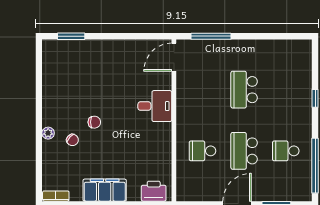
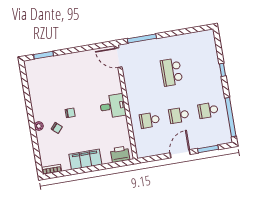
door: (174, 57) -> (118, 58), hinge flipped
desk: (155, 106) -> (113, 106), moved
school desk: (244, 151) -> (179, 115), width x0.54

